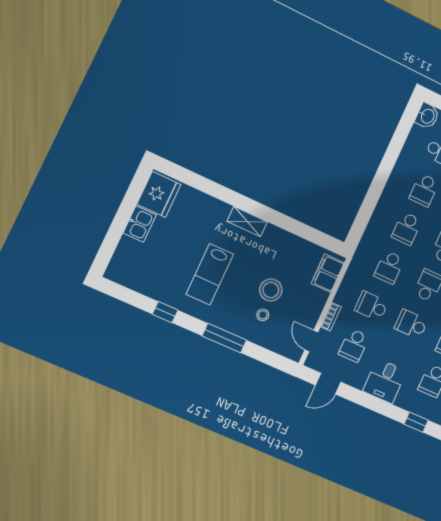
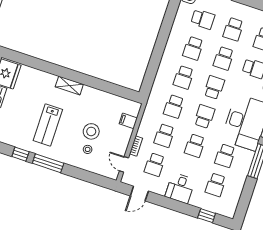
filing cabinet: (328, 273) -> (128, 121), width x0.50
school desk: (372, 306) -> (164, 136), turned -90
school desk: (411, 324) -> (195, 146), turned -90
window: (224, 338) -> (48, 163), moved

